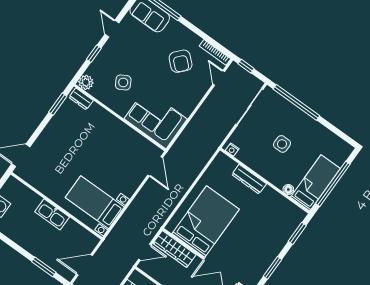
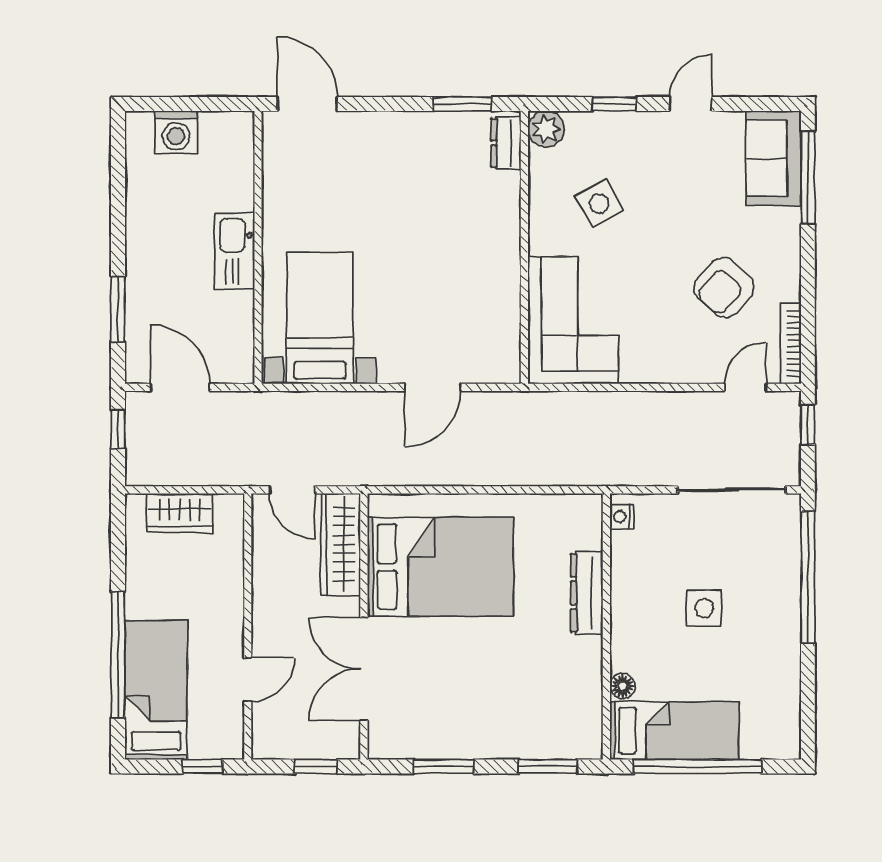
door: (155, 166) -> (433, 387), moved

